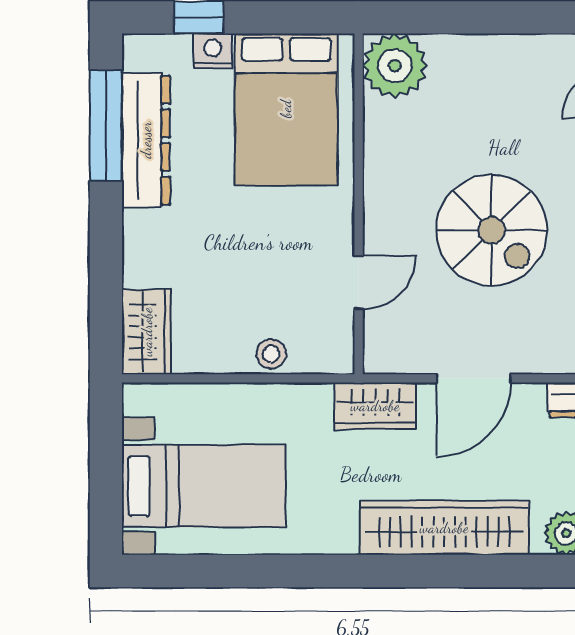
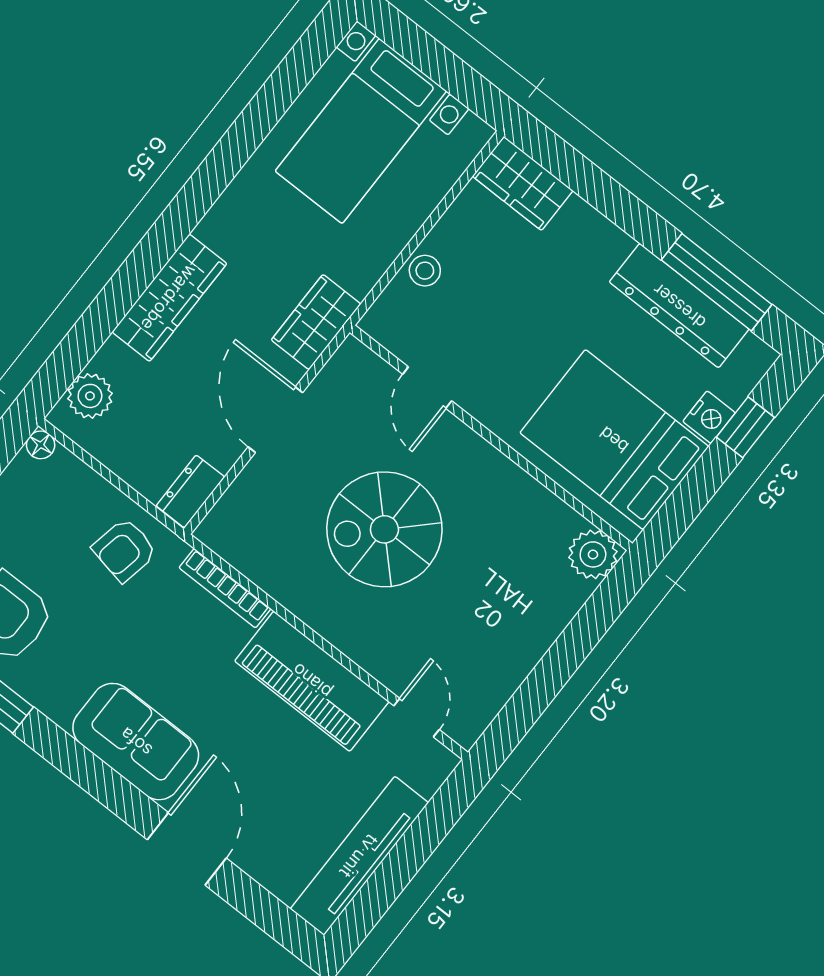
plant: (395, 66) -> (593, 554), width x0.73, depth x0.73
wardrobe: (444, 528) -> (169, 298), width x0.71, depth x0.85

